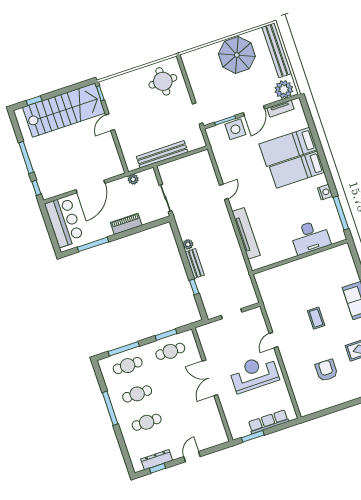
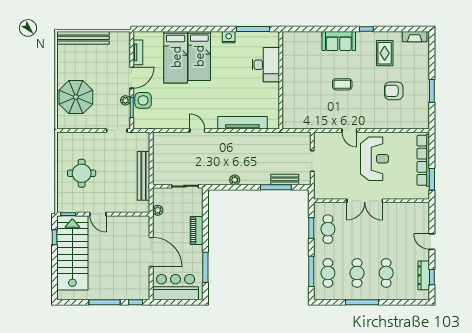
parasol: (237, 55) -> (76, 97), moved
round table: (163, 81) -> (82, 173), moved
plant: (284, 89) -> (125, 100), moved, width x0.53, depth x0.53
window: (34, 101) -> (54, 237), moved
door: (254, 111) -> (132, 78), hinge flipped
bench: (195, 263) -> (285, 179), moved
window: (194, 287) -> (276, 187), width x2.17
reception desk: (254, 374) -> (374, 159), turned 180
window: (339, 408) -> (432, 91), added
row of seats: (268, 422) -> (423, 160), width x1.36

